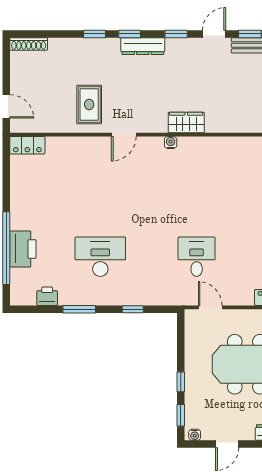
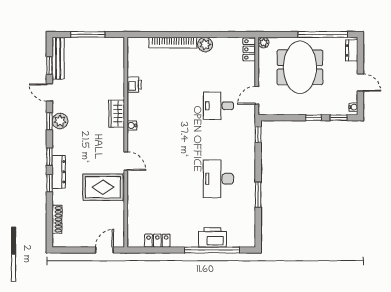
shoe rack: (29, 44) -> (57, 219), moved
dresser: (143, 46) -> (59, 172), moved
plant: (176, 48) -> (60, 121), added
rug: (89, 104) -> (103, 187), width x1.36, depth x1.43
locker: (27, 145) -> (157, 241), moved, turned -90
printer: (47, 296) -> (134, 85), moved, turned 180
window: (133, 309) -> (258, 134), moved

